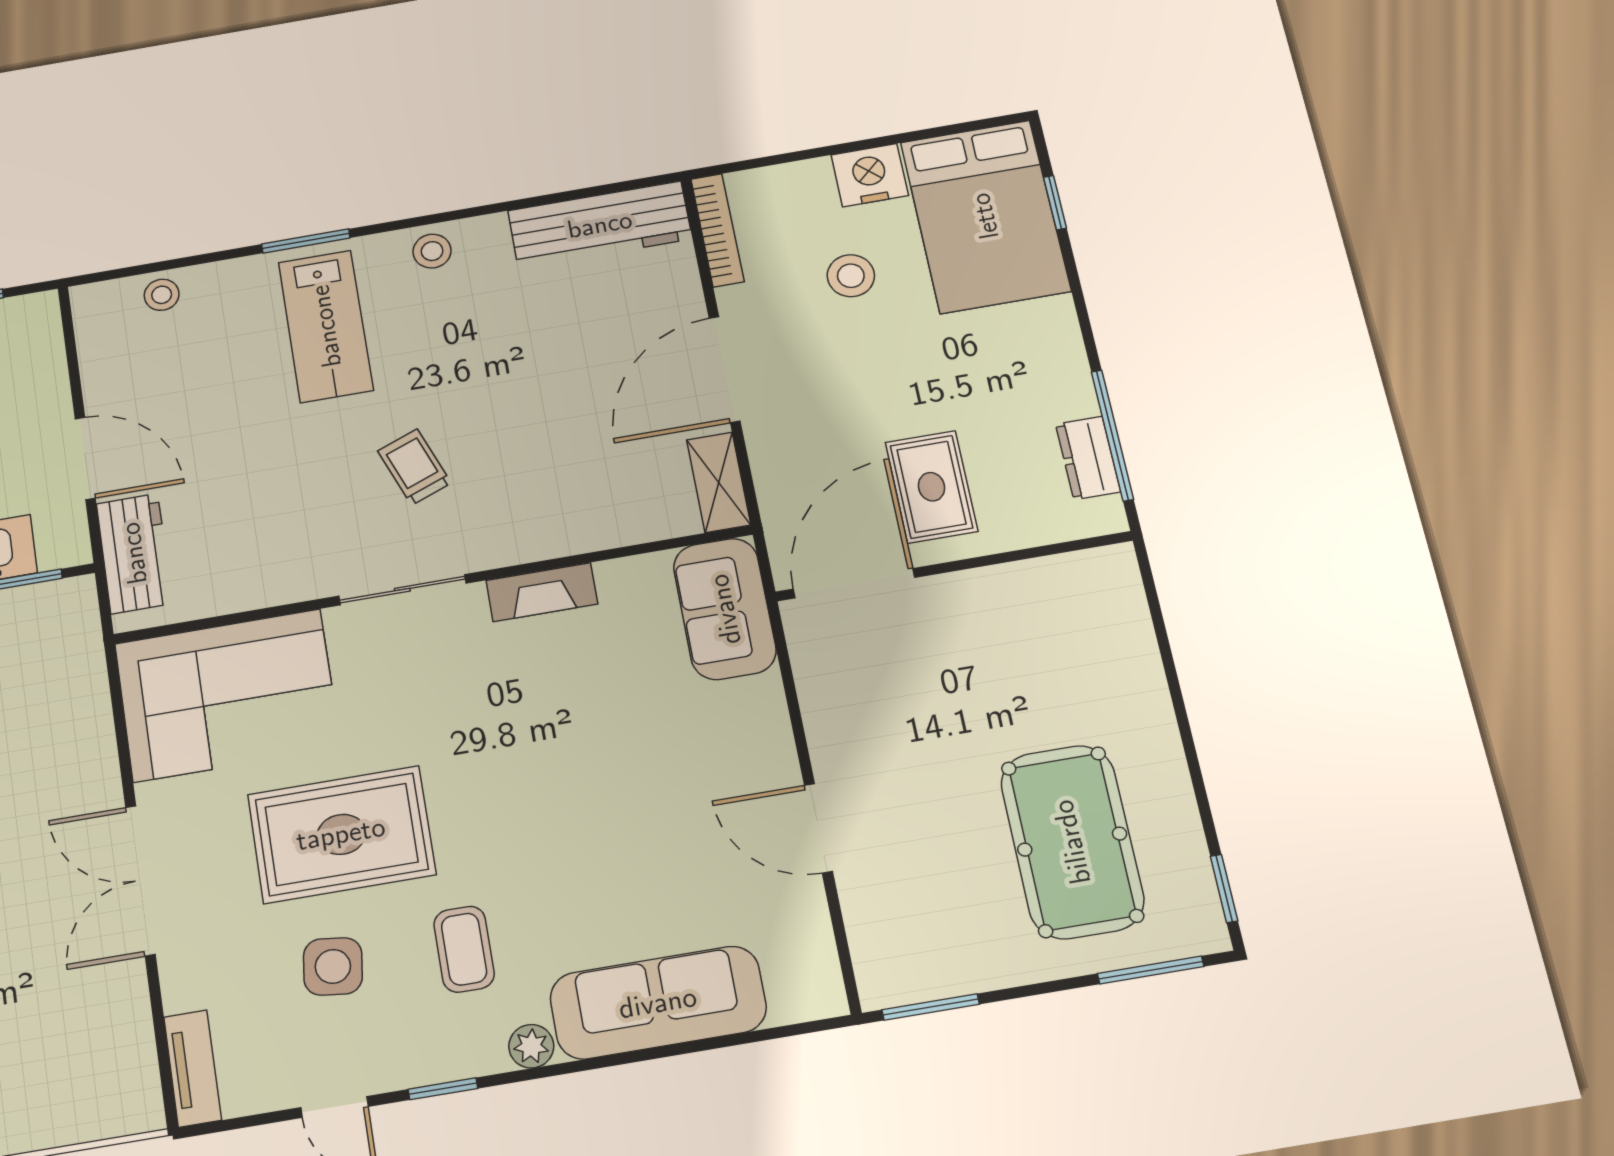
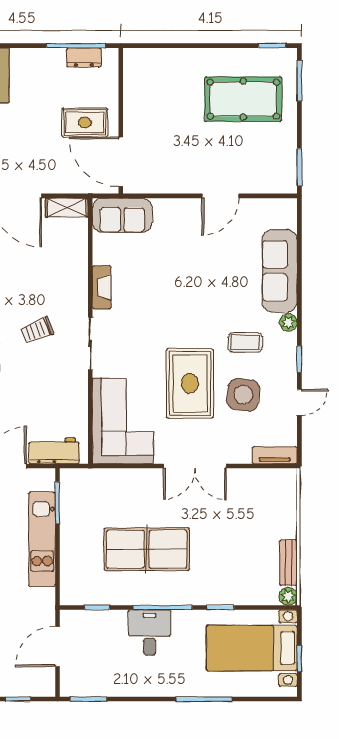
side table: (333, 966) -> (243, 395), width x1.37, depth x1.37

